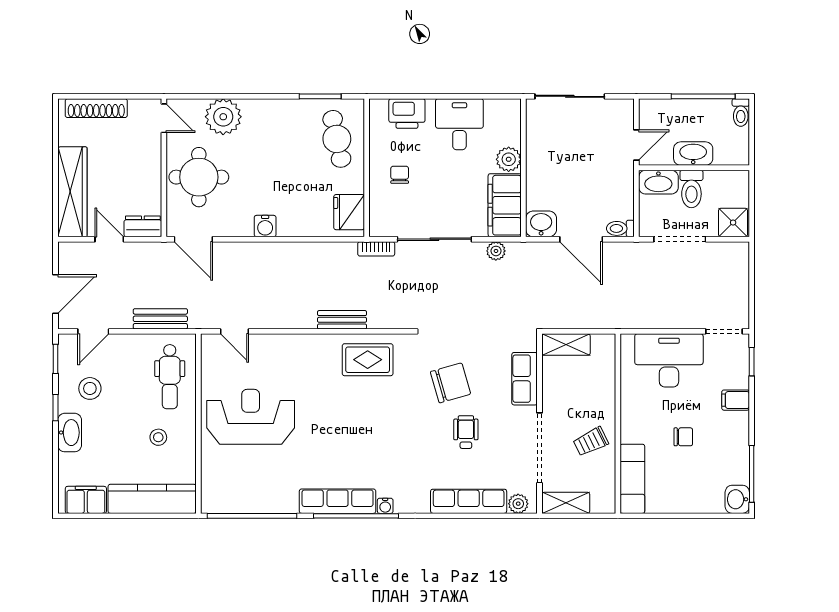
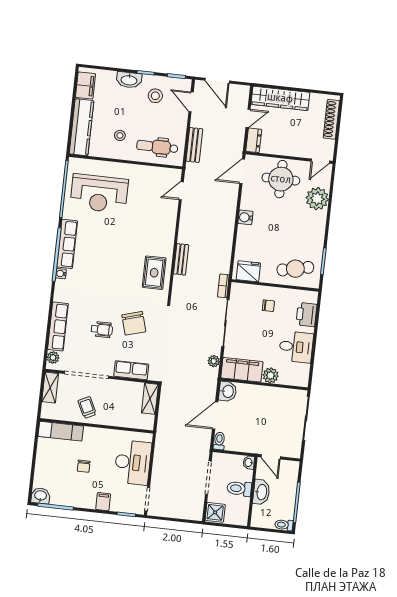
washbasin: (658, 182) -> (249, 462), width x0.52, depth x0.69
reception desk: (251, 417) -> (99, 194), moved, turned 90

